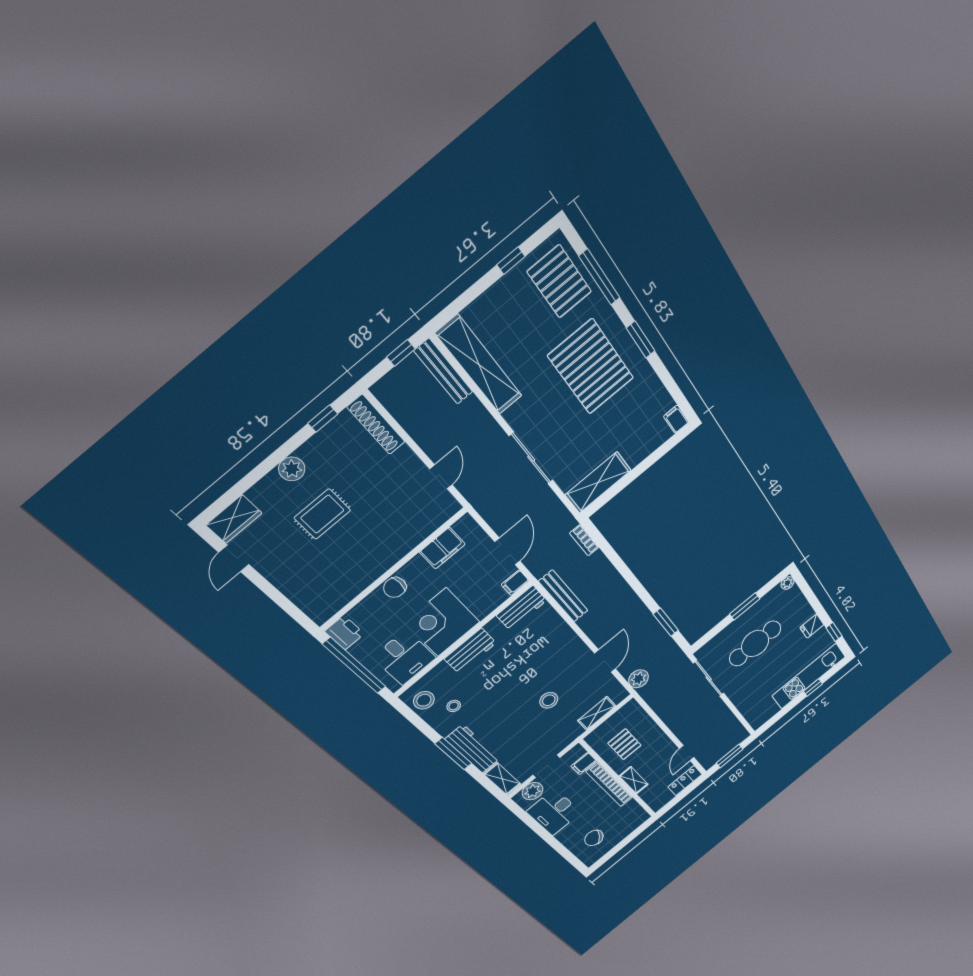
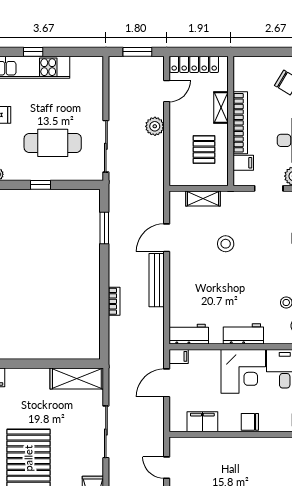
door: (441, 477) -> (167, 468), hinge flipped
bookcase: (584, 540) -> (114, 301), moved
chair: (395, 587) -> (250, 422), turned 180
bench: (563, 596) -> (157, 280), moved
window: (745, 606) -> (40, 185), width x0.67
plant: (639, 679) -> (155, 126), moved
locker: (685, 781) -> (194, 64), width x1.53

